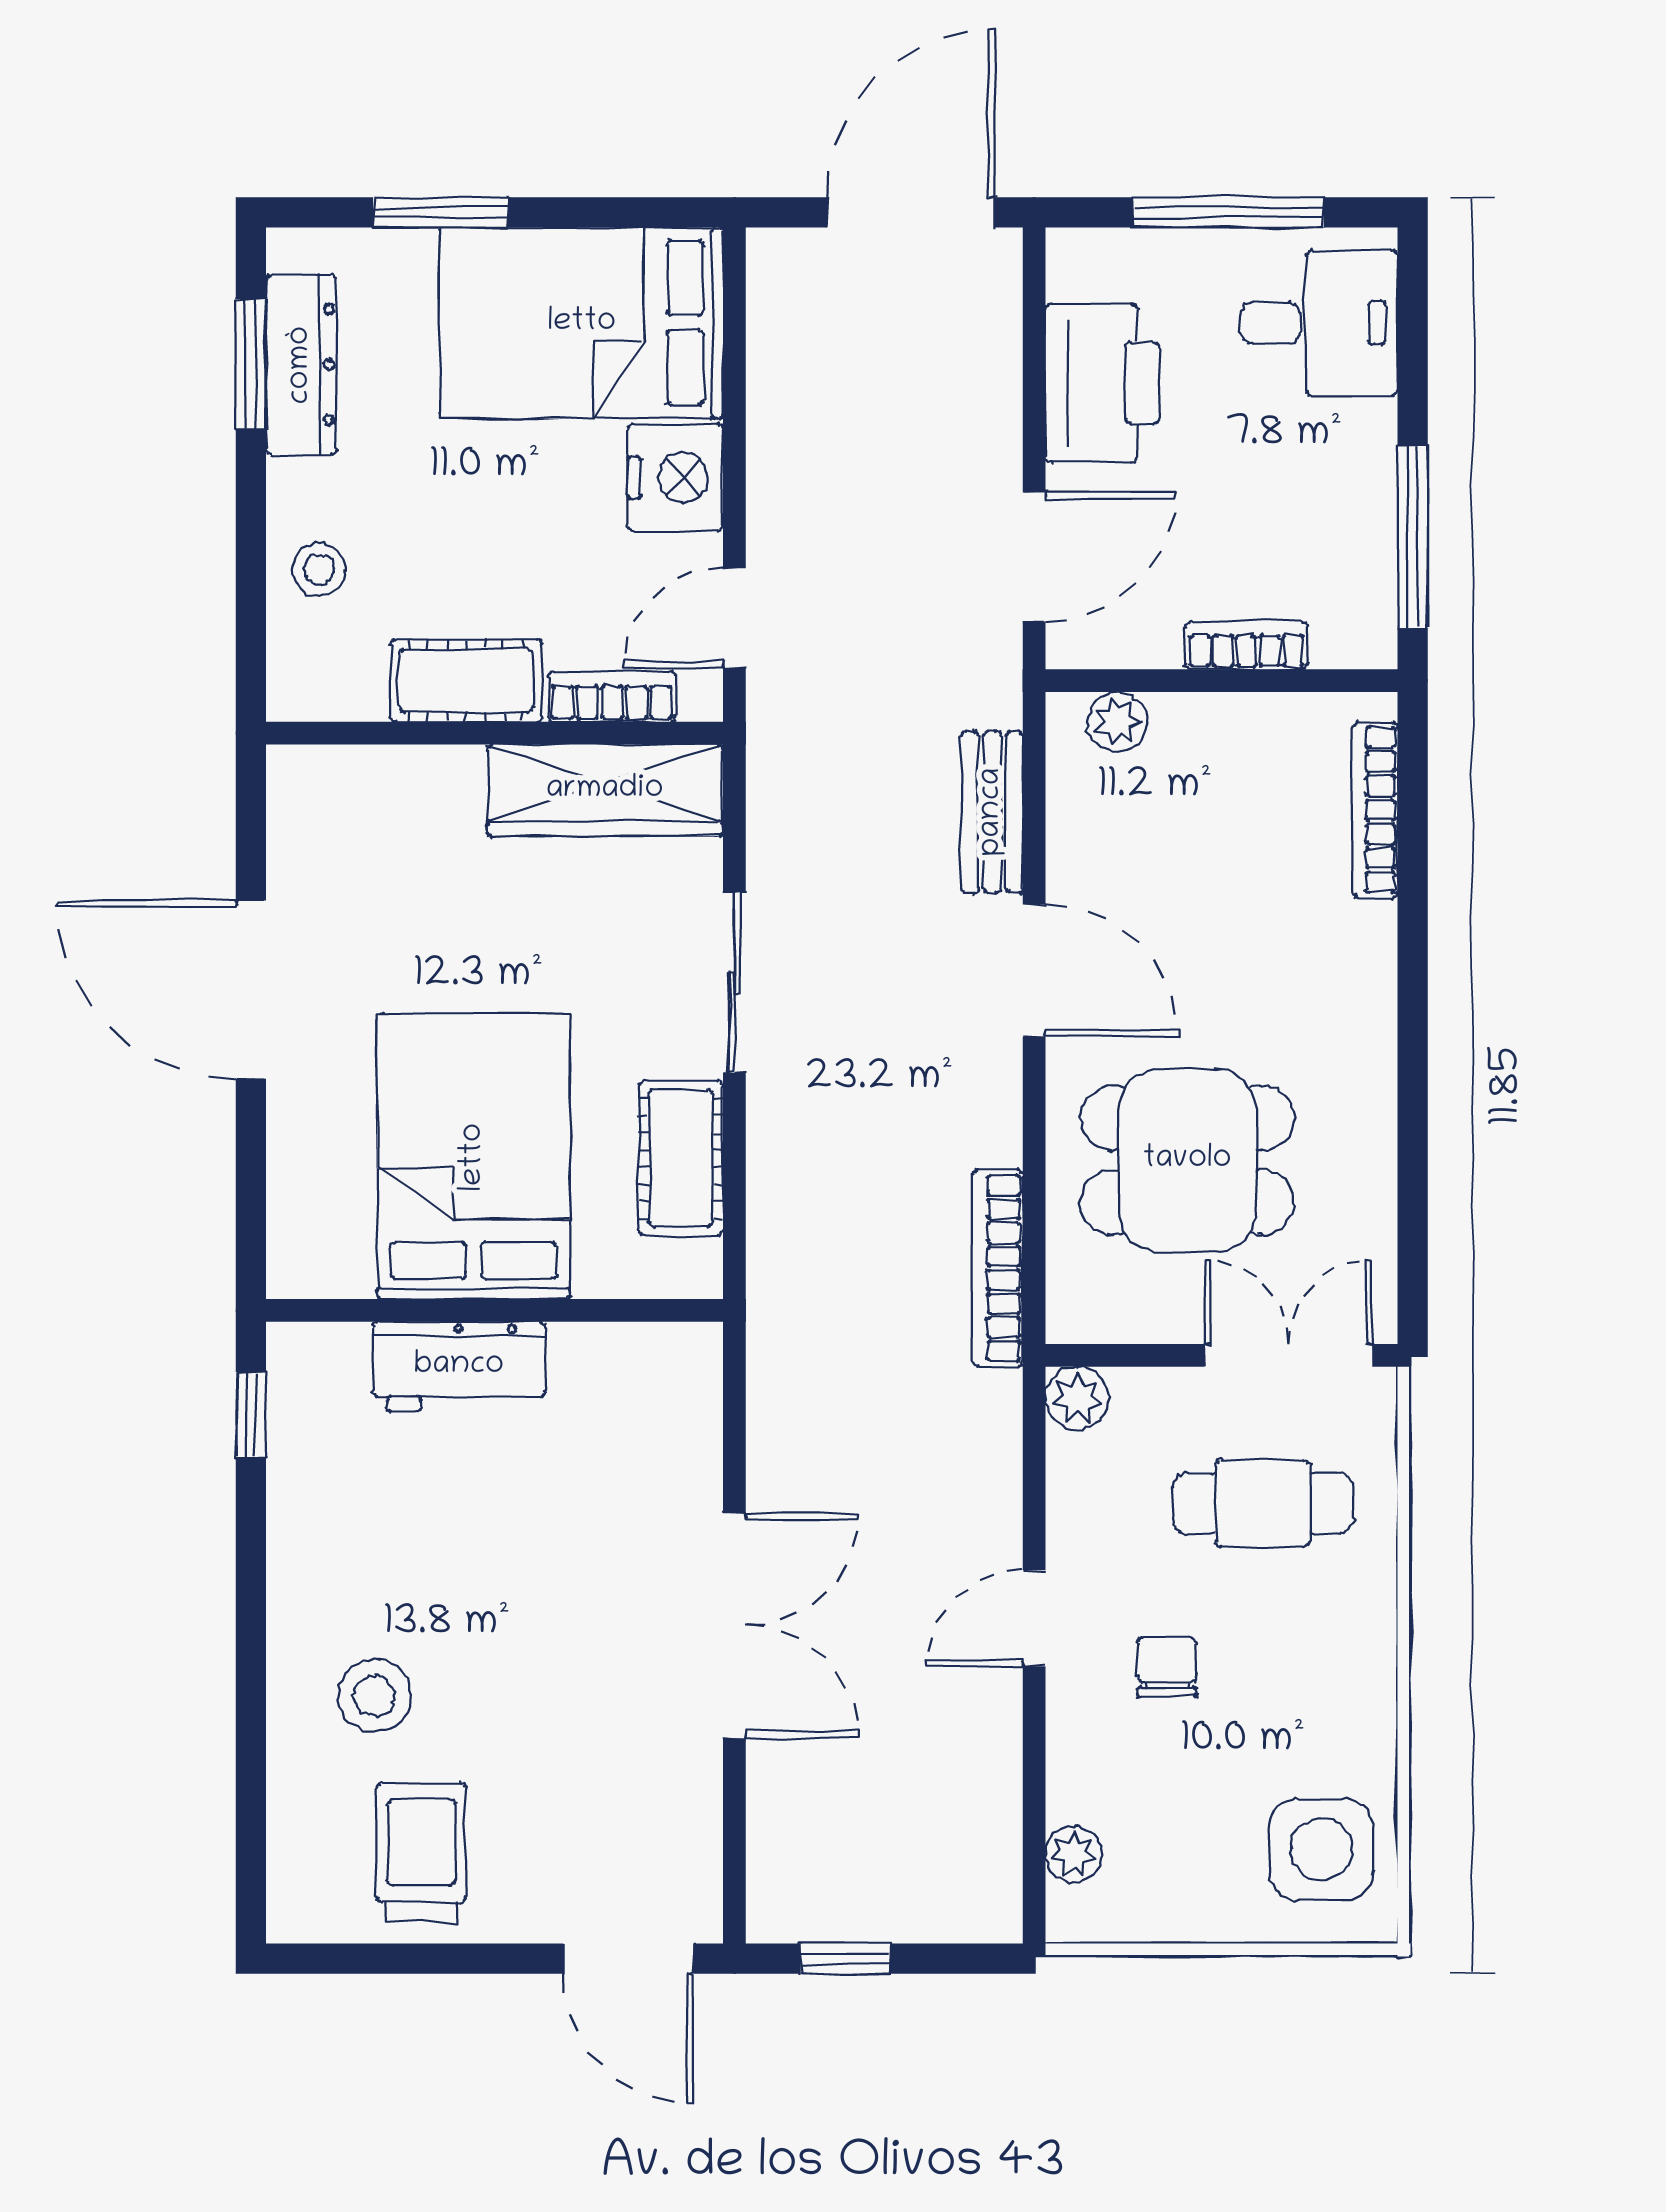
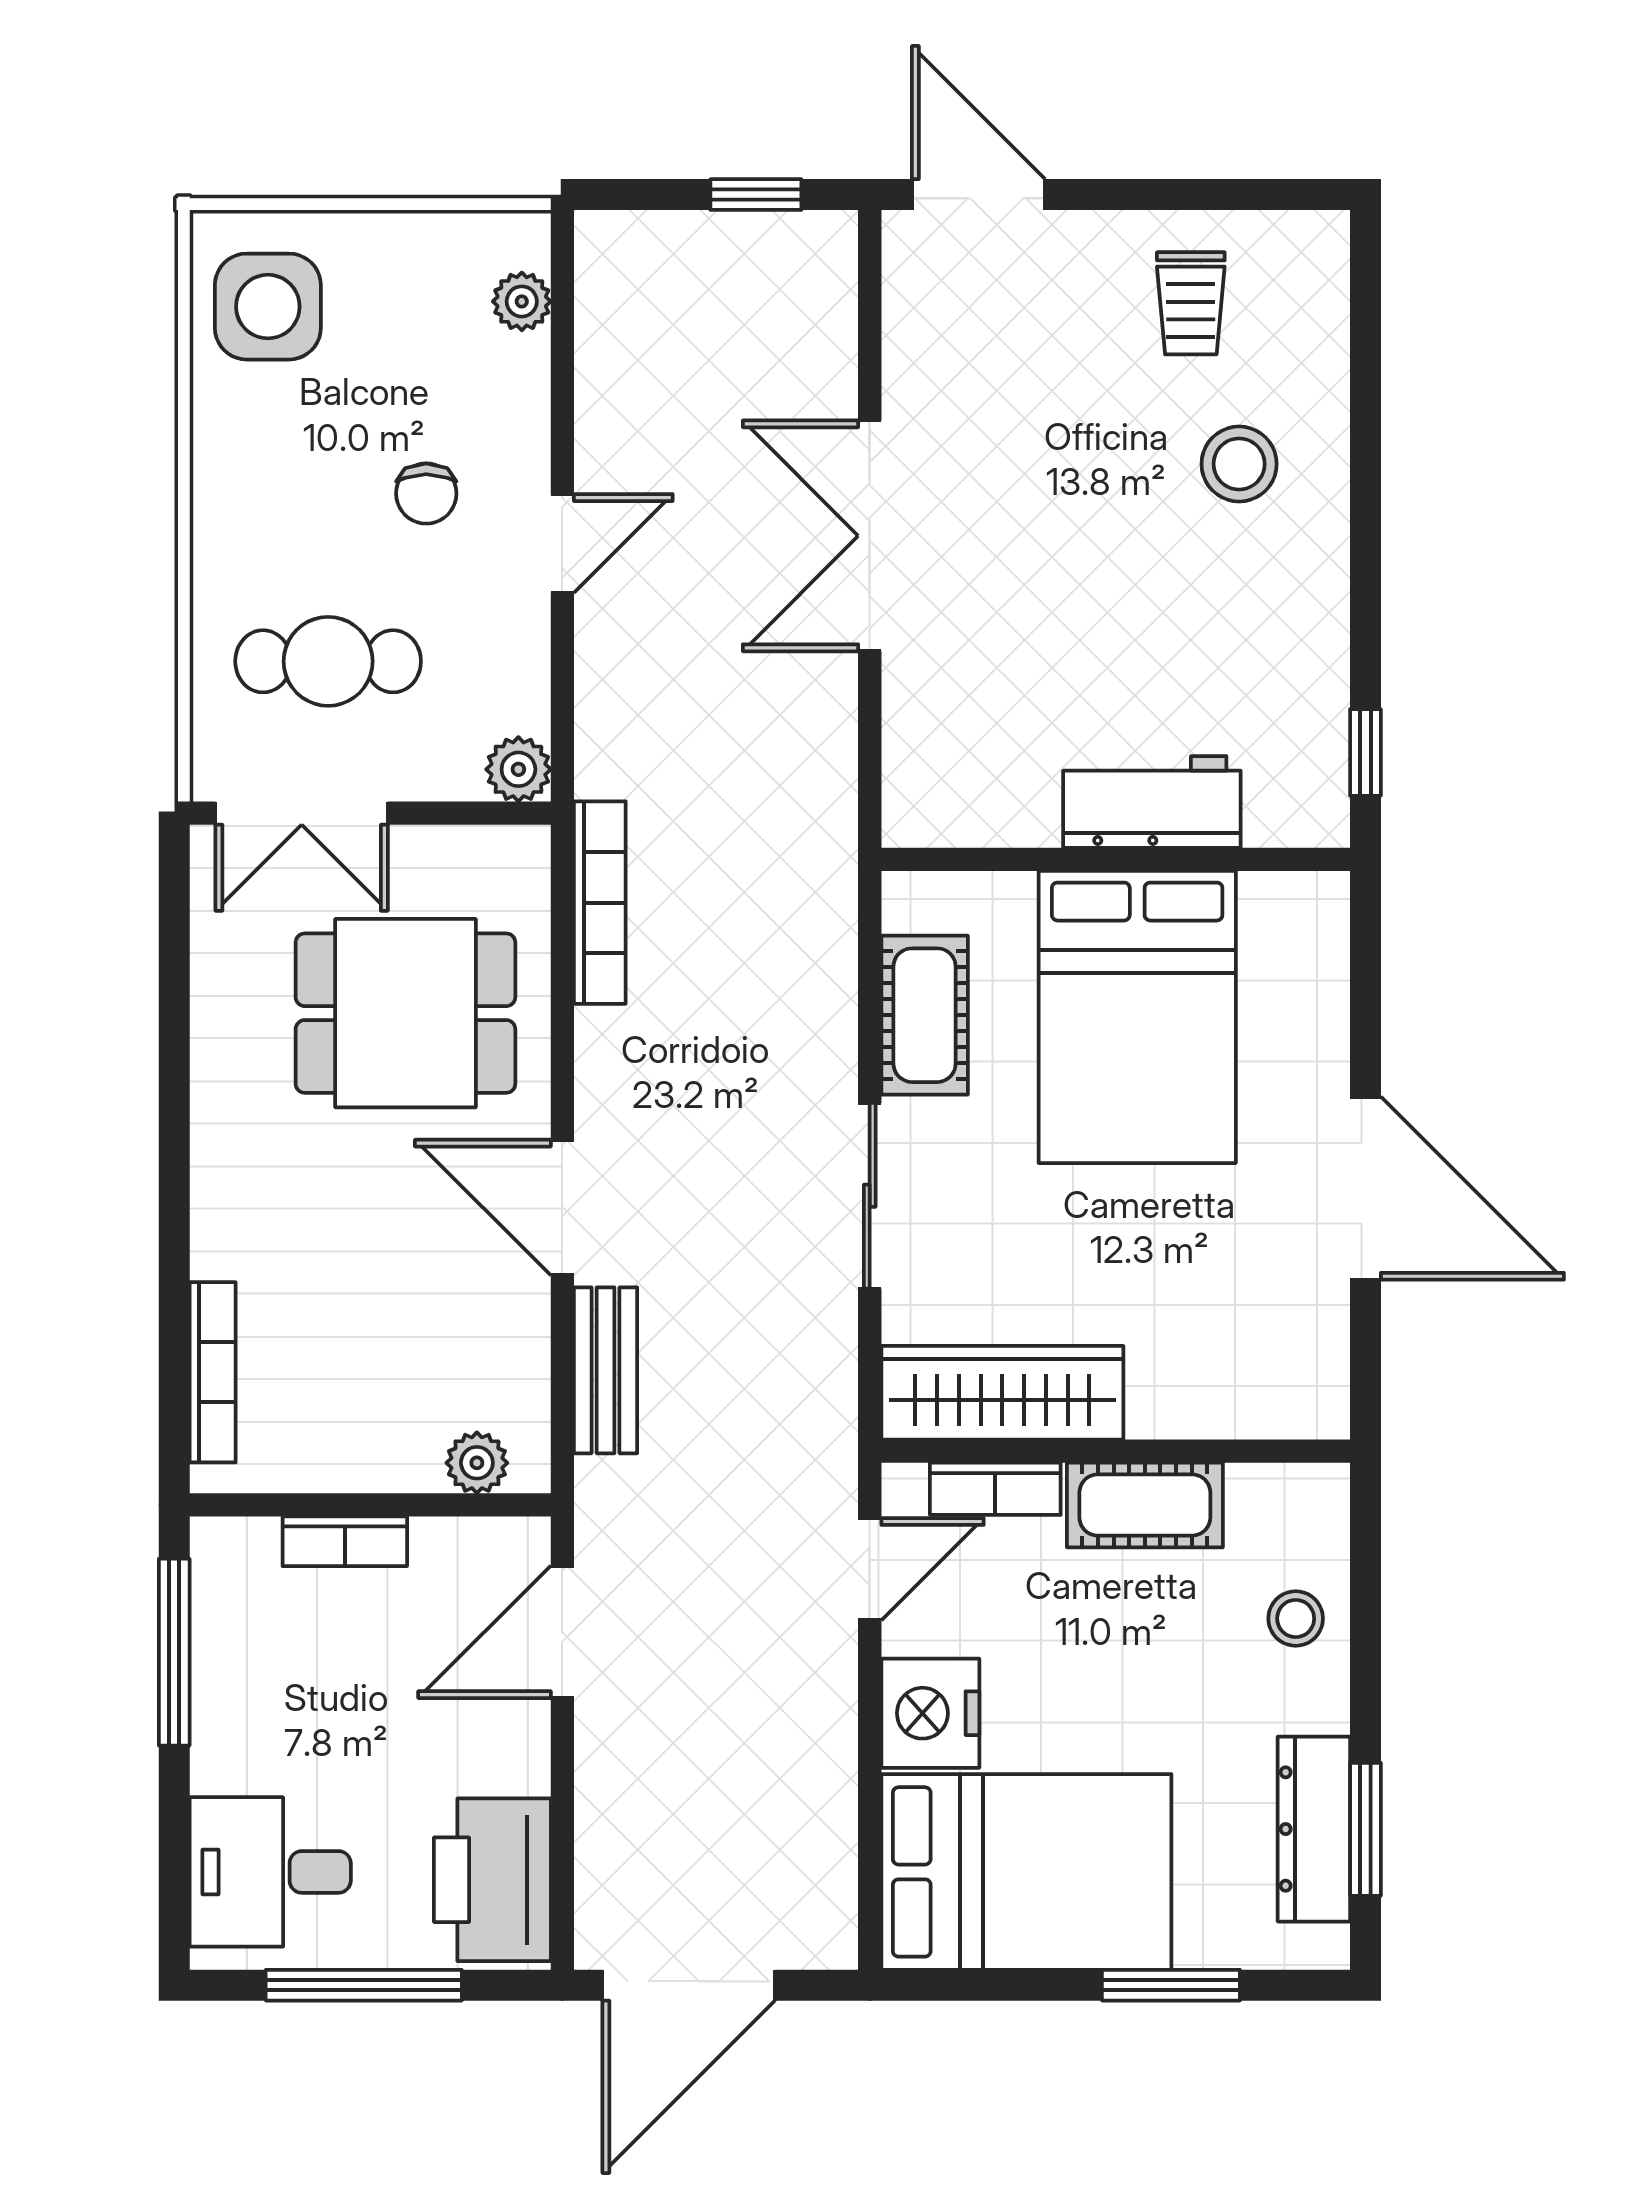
printer: (1102, 383) -> (492, 1880), moved
trolley: (421, 1852) -> (1191, 303), width x0.73, depth x0.72

